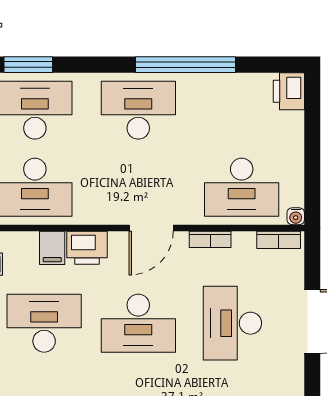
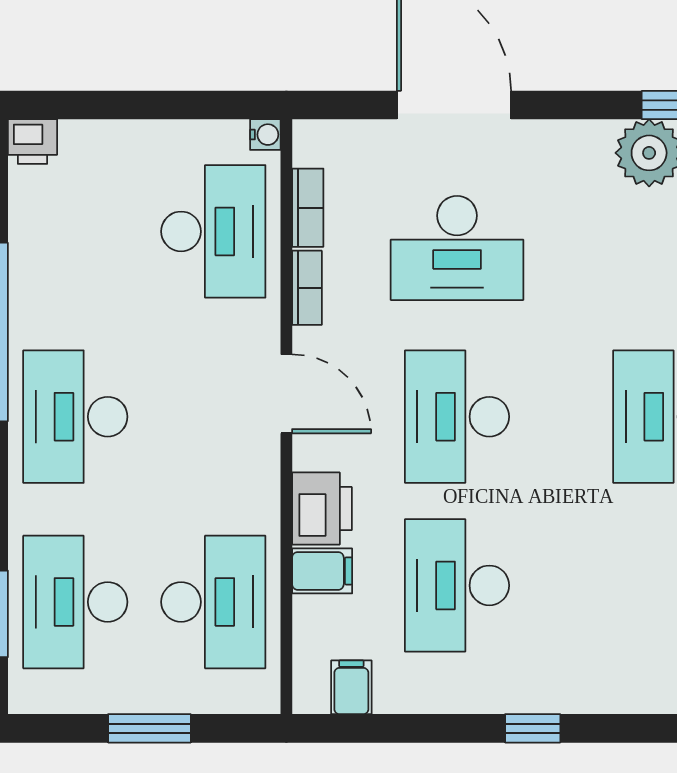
printer: (289, 91) -> (32, 142), width x0.73, depth x0.81
bookcase: (279, 240) -> (308, 208), moved
desk: (138, 323) -> (457, 417), turned 180

